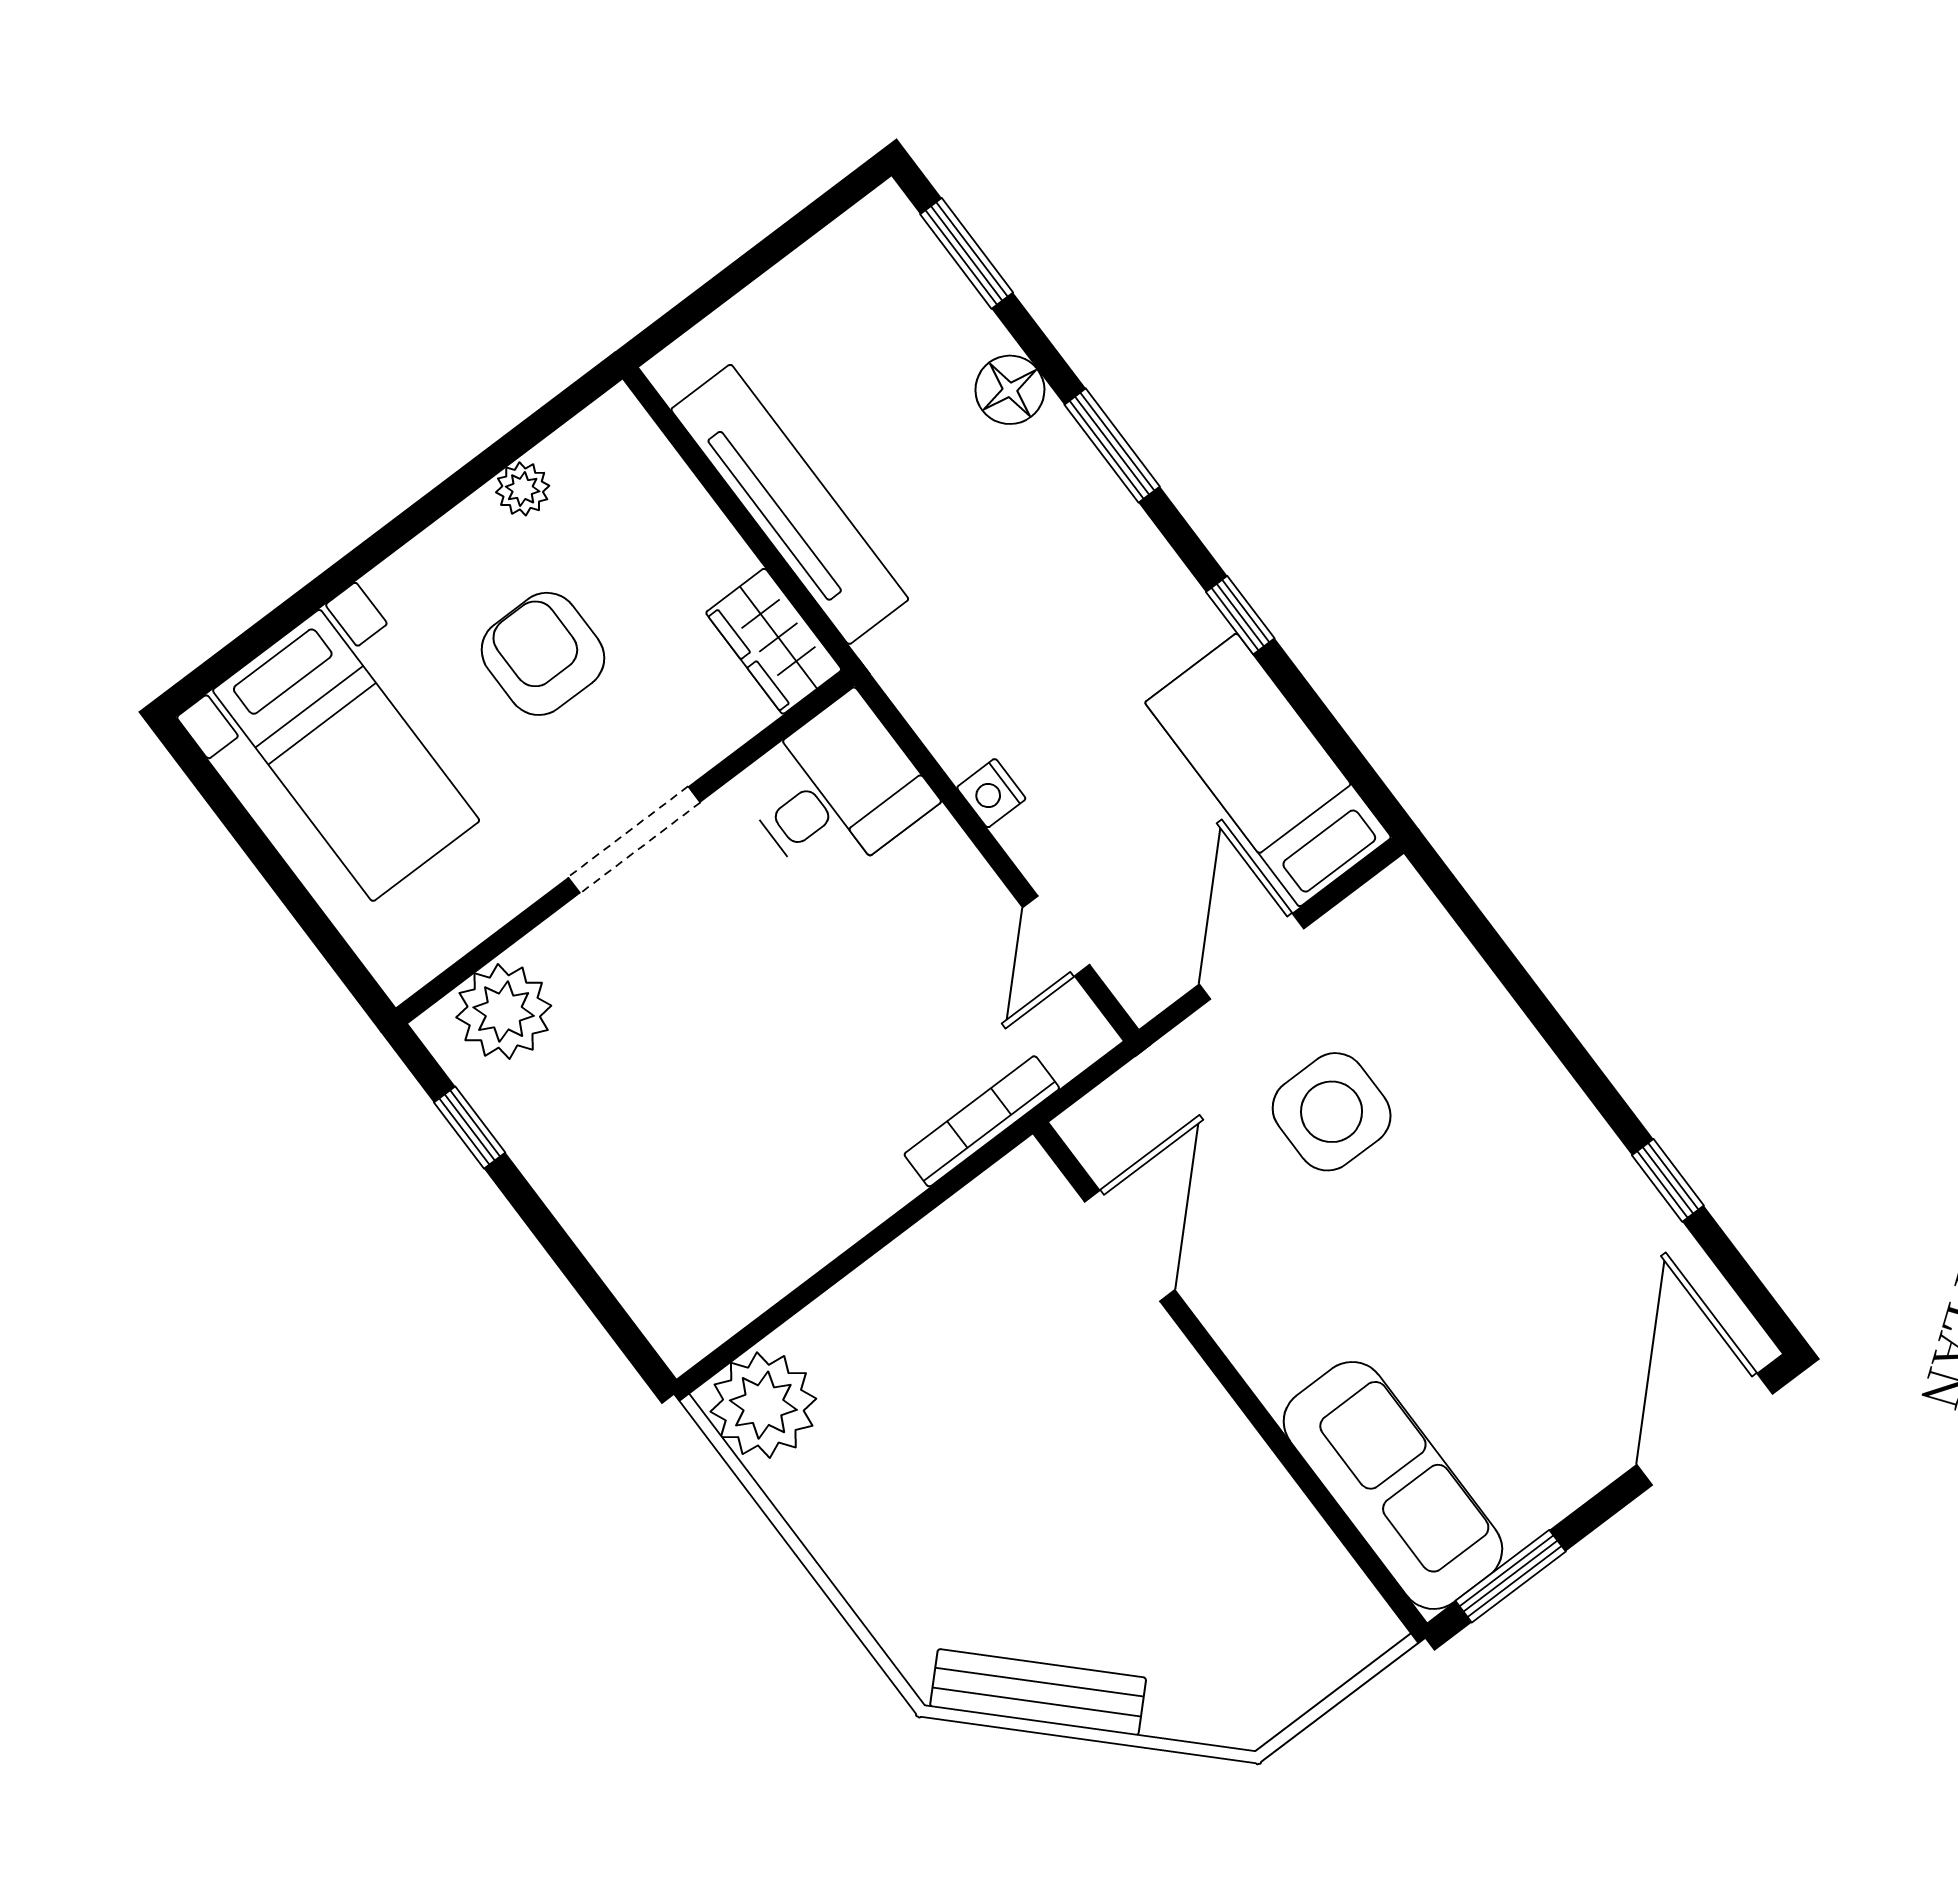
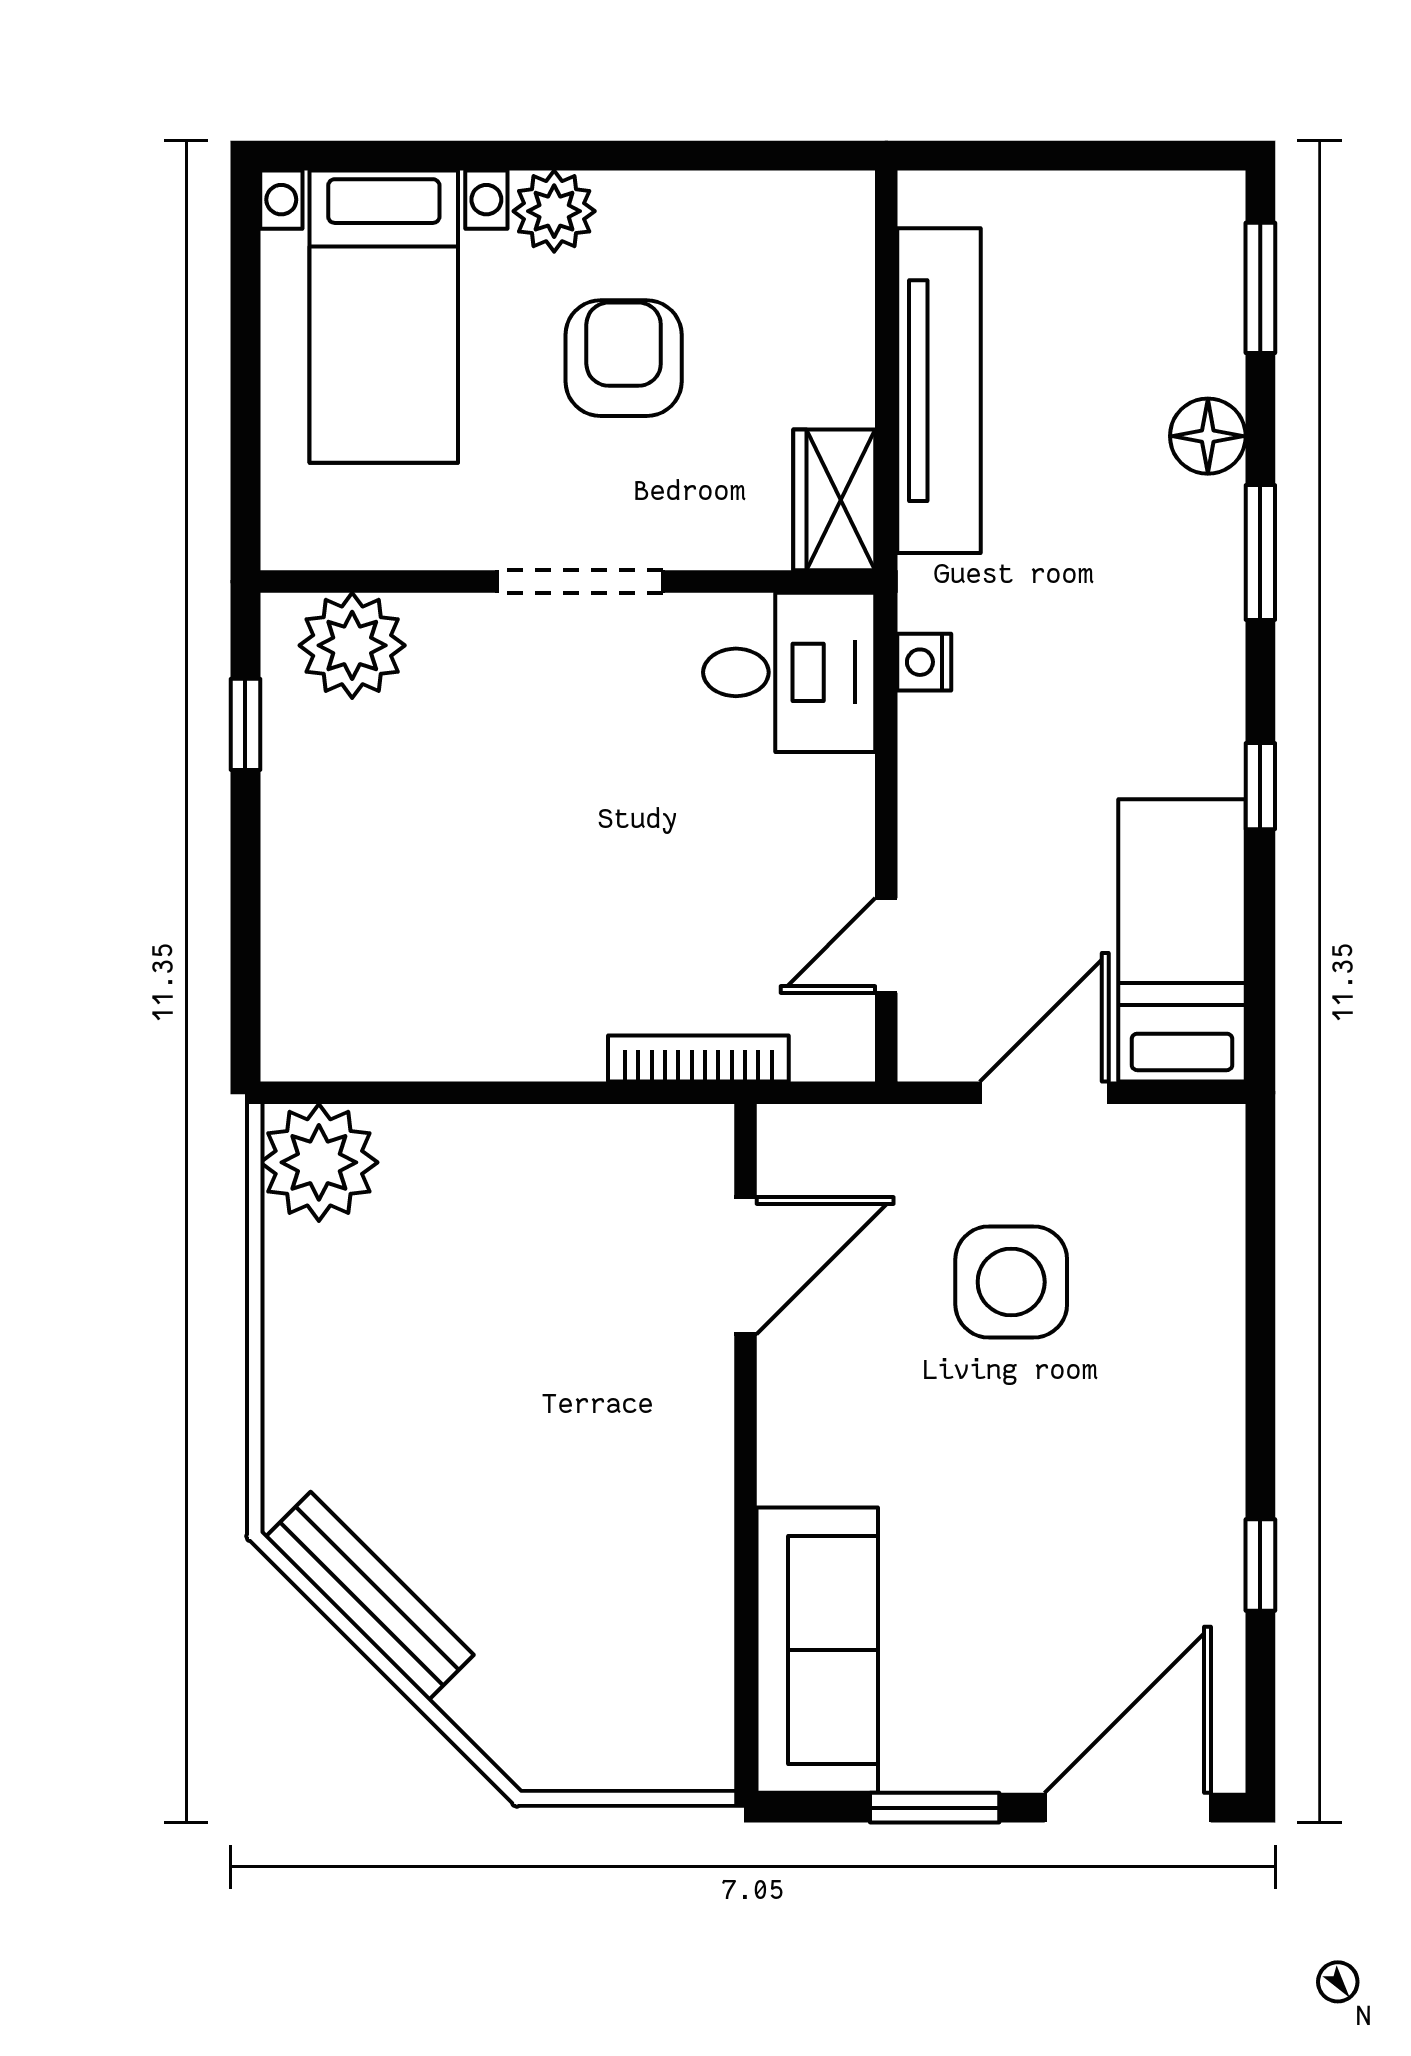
plant: (523, 489) -> (554, 211), moved, width x1.38, depth x1.38
nightstand: (991, 793) -> (924, 662), moved
window: (1511, 1576) -> (935, 1808), moved

